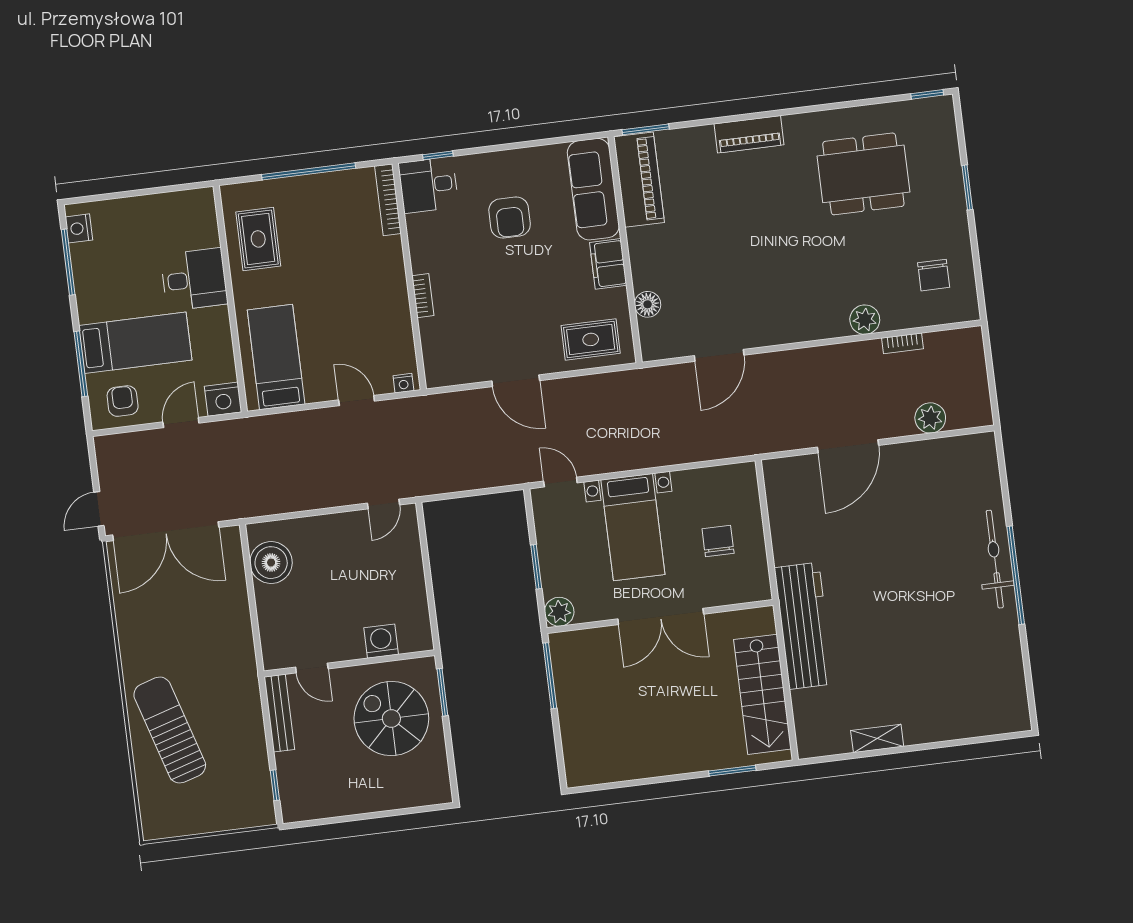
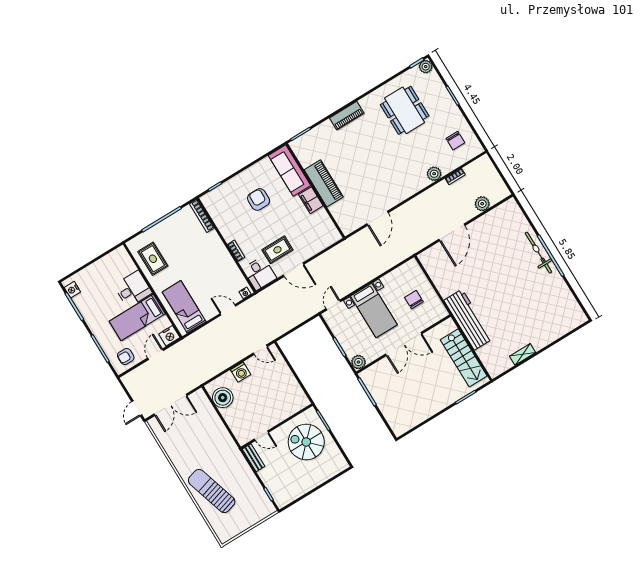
plant: (941, 109) -> (426, 67), added
dining table: (863, 174) -> (405, 110), turned 90
piano: (639, 180) -> (324, 183), moved
desk: (428, 185) -> (260, 273), moved, turned -90
armchair: (510, 217) -> (259, 199), turned 180
floor lamp: (648, 304) -> (336, 210), removed
rug: (591, 339) -> (277, 250), moved
bed: (135, 343) -> (137, 317), moved, turned 180
armchair: (123, 401) -> (126, 356), turned -89
door: (560, 482) -> (333, 305), hinge flipped
door: (384, 504) -> (260, 350), hinge flipped
double door: (166, 531) -> (170, 405), width x0.73
washing machine: (381, 641) -> (241, 372), moved, turned 180
bench: (279, 713) -> (254, 458), width x0.73

